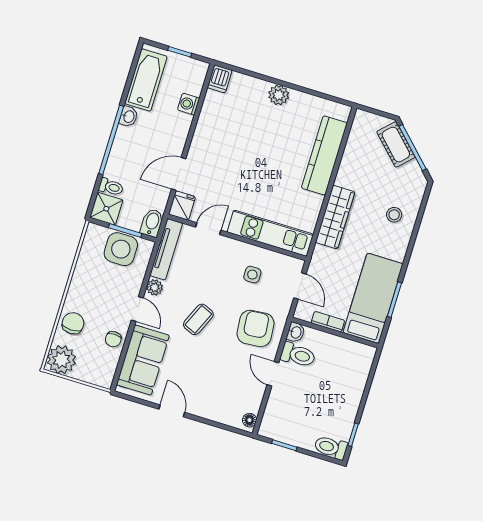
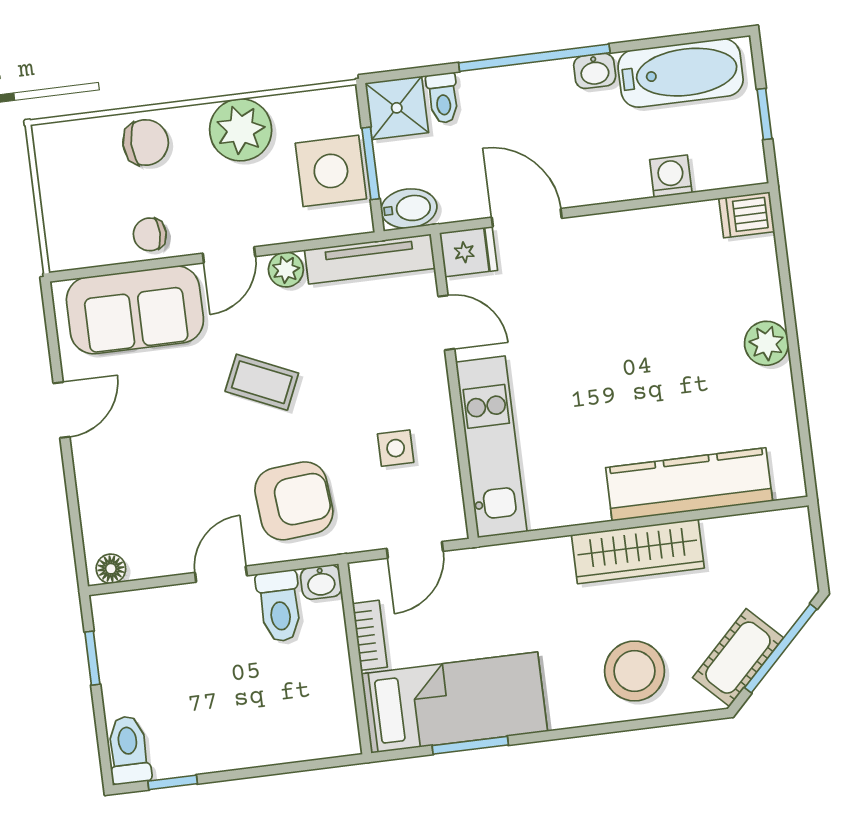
cot: (396, 144) -> (738, 658), moved
stool: (394, 215) -> (634, 671), width x1.89, depth x1.89
wardrobe: (335, 217) -> (638, 551), moved
plant: (61, 360) -> (241, 130), moved

